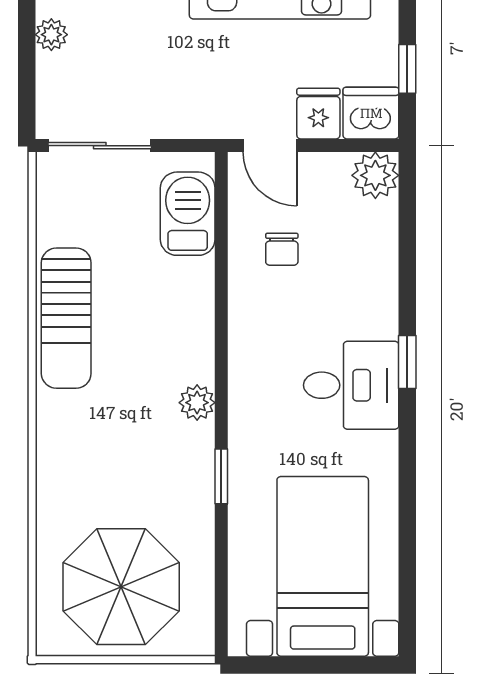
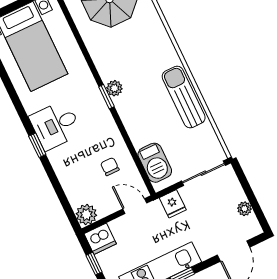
fridge: (318, 114) -> (173, 204), moved
window: (221, 476) -> (106, 97), moved

